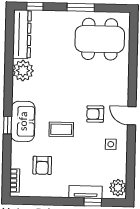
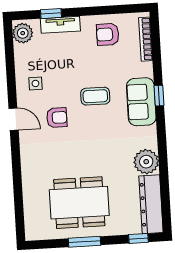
dining table: (100, 39) -> (79, 203), moved
armchair: (42, 165) -> (108, 34), moved, turned -90
bookcase: (15, 180) -> (146, 39), width x1.56

